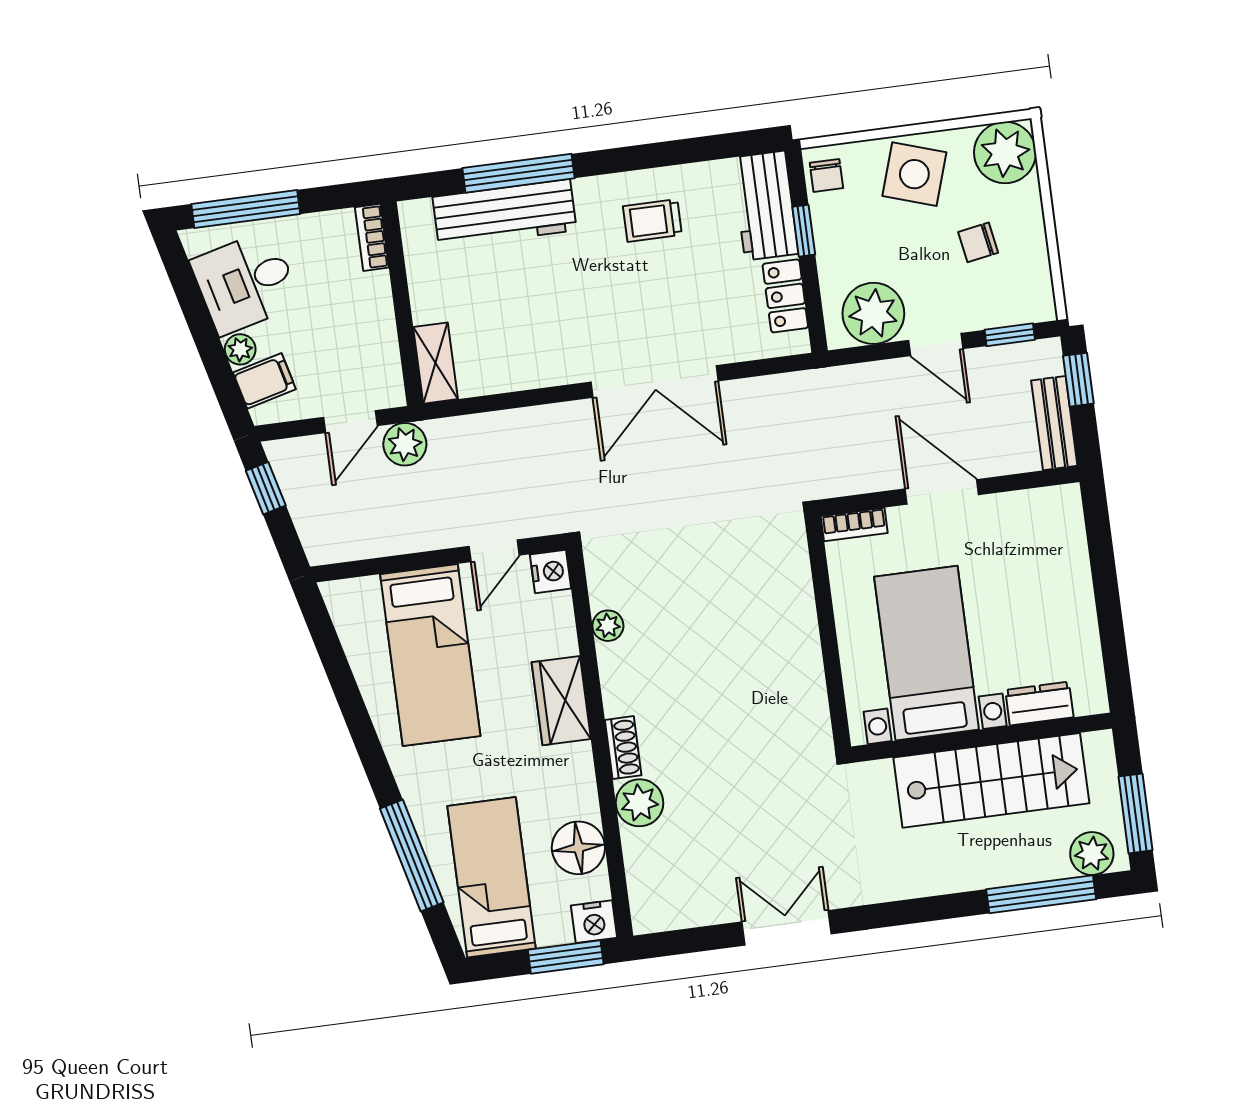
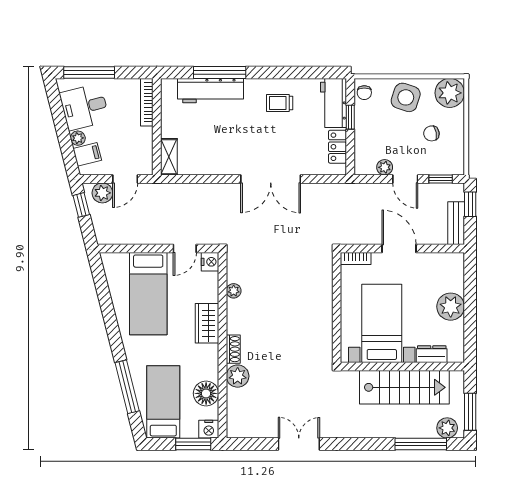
bookcase: (372, 237) -> (147, 102), width x1.56
plant: (873, 313) -> (385, 167), width x0.53, depth x0.53
plant: (405, 444) -> (102, 193), moved
plant: (1066, 599) -> (451, 307), added

